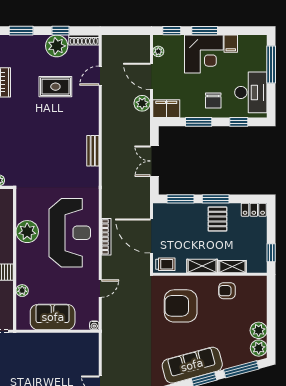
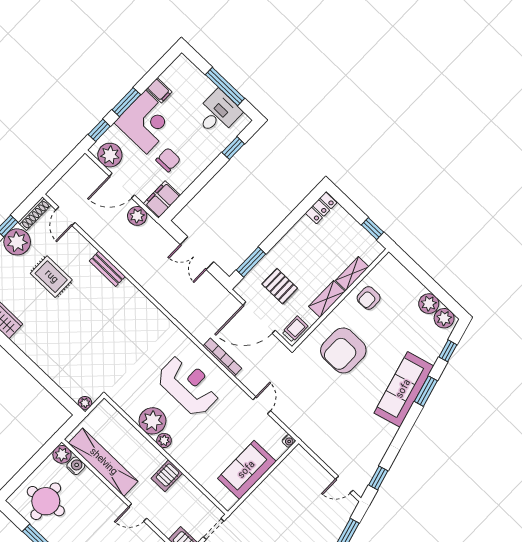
plant: (158, 51) -> (110, 155), width x1.88, depth x1.88
window: (271, 64) -> (225, 87), moved
door: (100, 76) -> (65, 216), moved
rug: (55, 87) -> (51, 277), turned 90
desk: (251, 92) -> (218, 113), width x0.73
chair: (213, 101) -> (168, 160), moved, turned -90
window: (199, 122) -> (200, 183), removed
bench: (93, 151) -> (107, 269), moved
window: (216, 199) -> (280, 232), removed
pallet: (217, 219) -> (280, 286), moved
reception desk: (70, 233) -> (189, 385), width x0.74, depth x0.77
plant: (22, 291) -> (164, 440), moved
window: (241, 369) -> (448, 351), width x0.46

